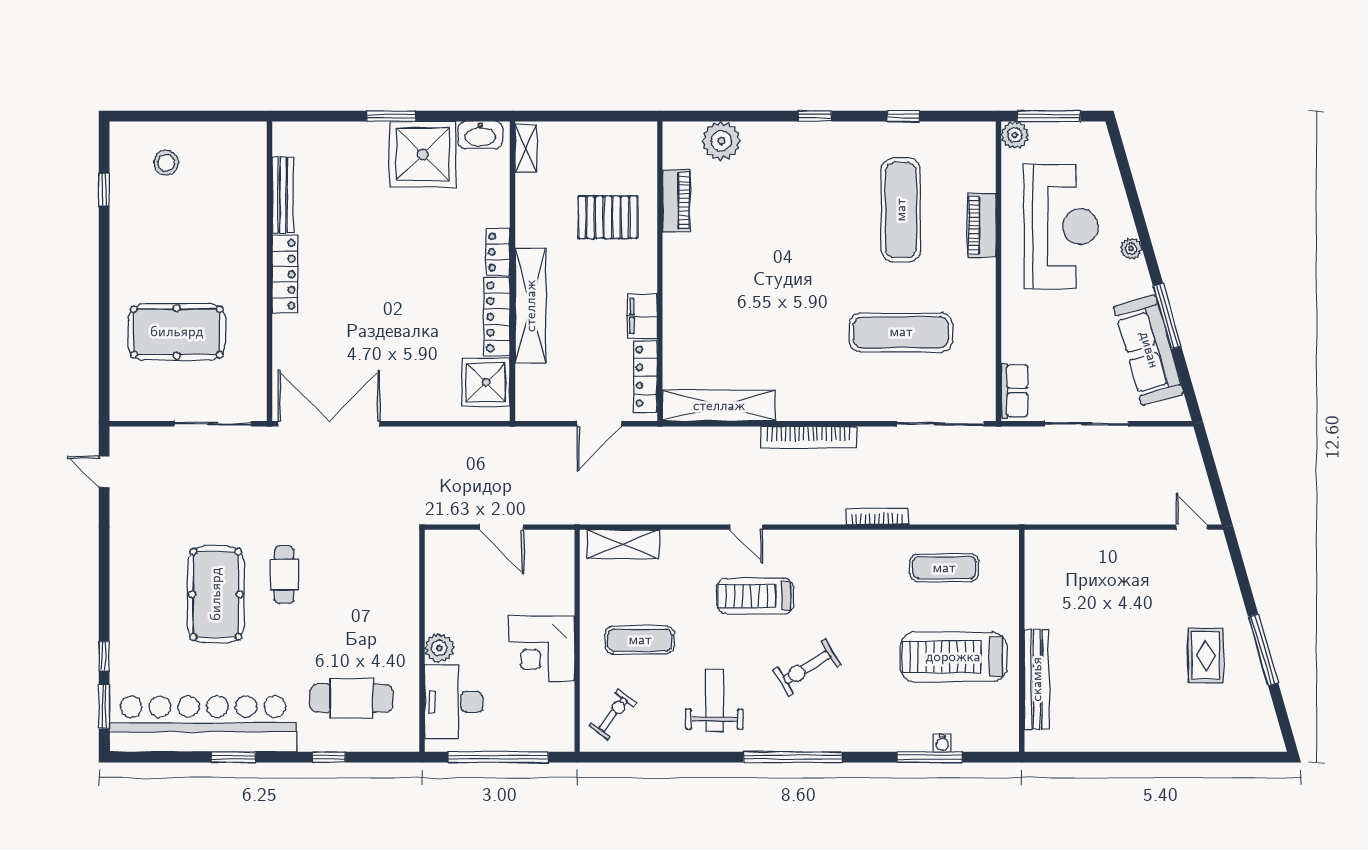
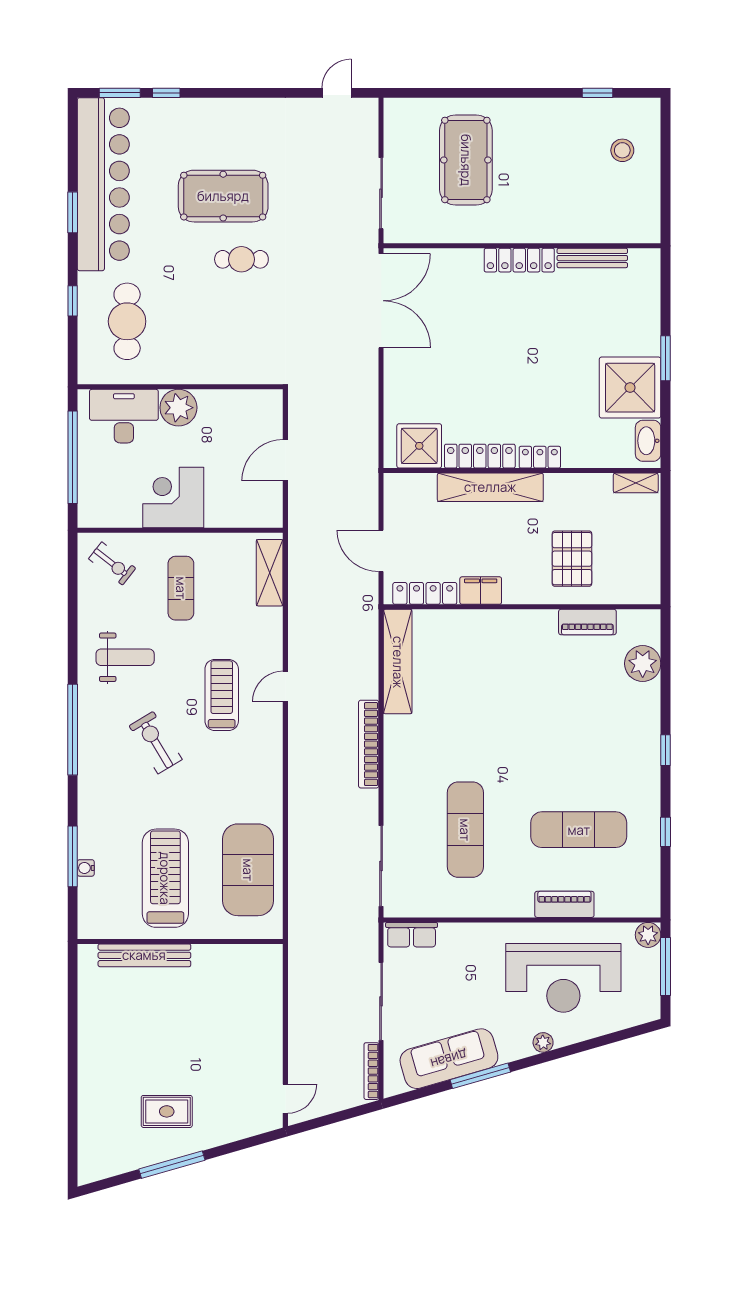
bookcase: (877, 517) -> (371, 1071), moved, turned 180
exercise mat: (944, 568) -> (248, 870), width x2.00, depth x1.45
plant: (439, 648) -> (178, 408), width x1.36, depth x1.36

